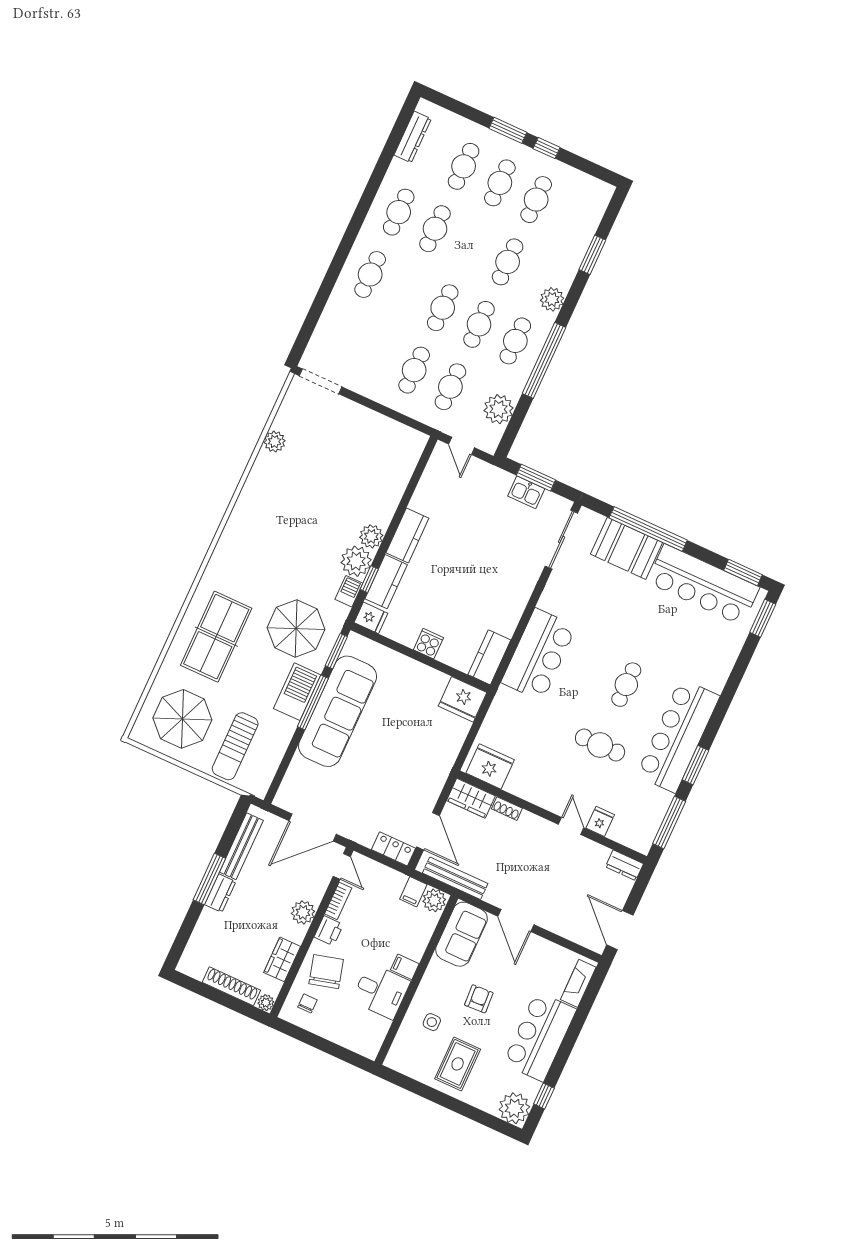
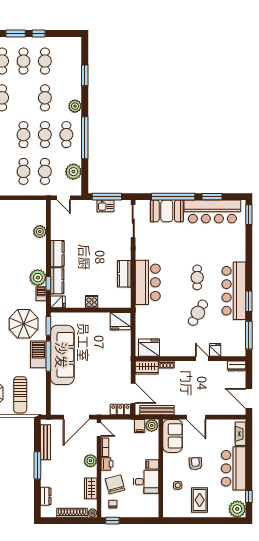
window: (536, 478) -> (107, 197), width x1.44
plant: (371, 536) -> (40, 232), moved
window: (743, 572) -> (212, 197), moved
kitchen counter: (489, 657) -> (124, 274), moved
cafe table: (600, 745) -> (198, 313), turned -60
dresser: (220, 893) -> (46, 496), moved
window: (294, 1031) -> (112, 521), added

